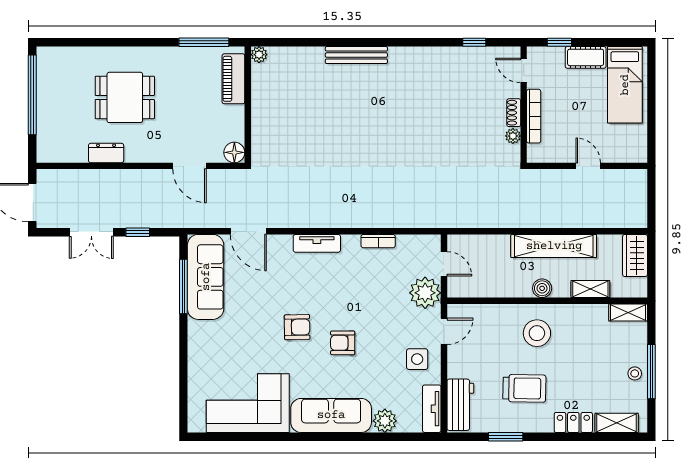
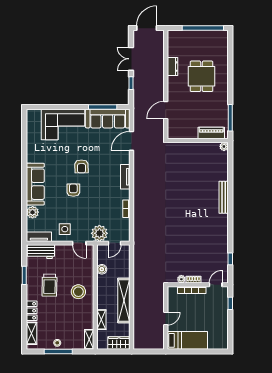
cot: (586, 57) -> (222, 317), removed
bed: (625, 85) -> (187, 340), moved, turned 180
floor lamp: (234, 152) -> (173, 134), removed
boiler: (542, 288) -> (102, 269), moved
corner sofa: (248, 403) -> (63, 125), moved, turned 90

